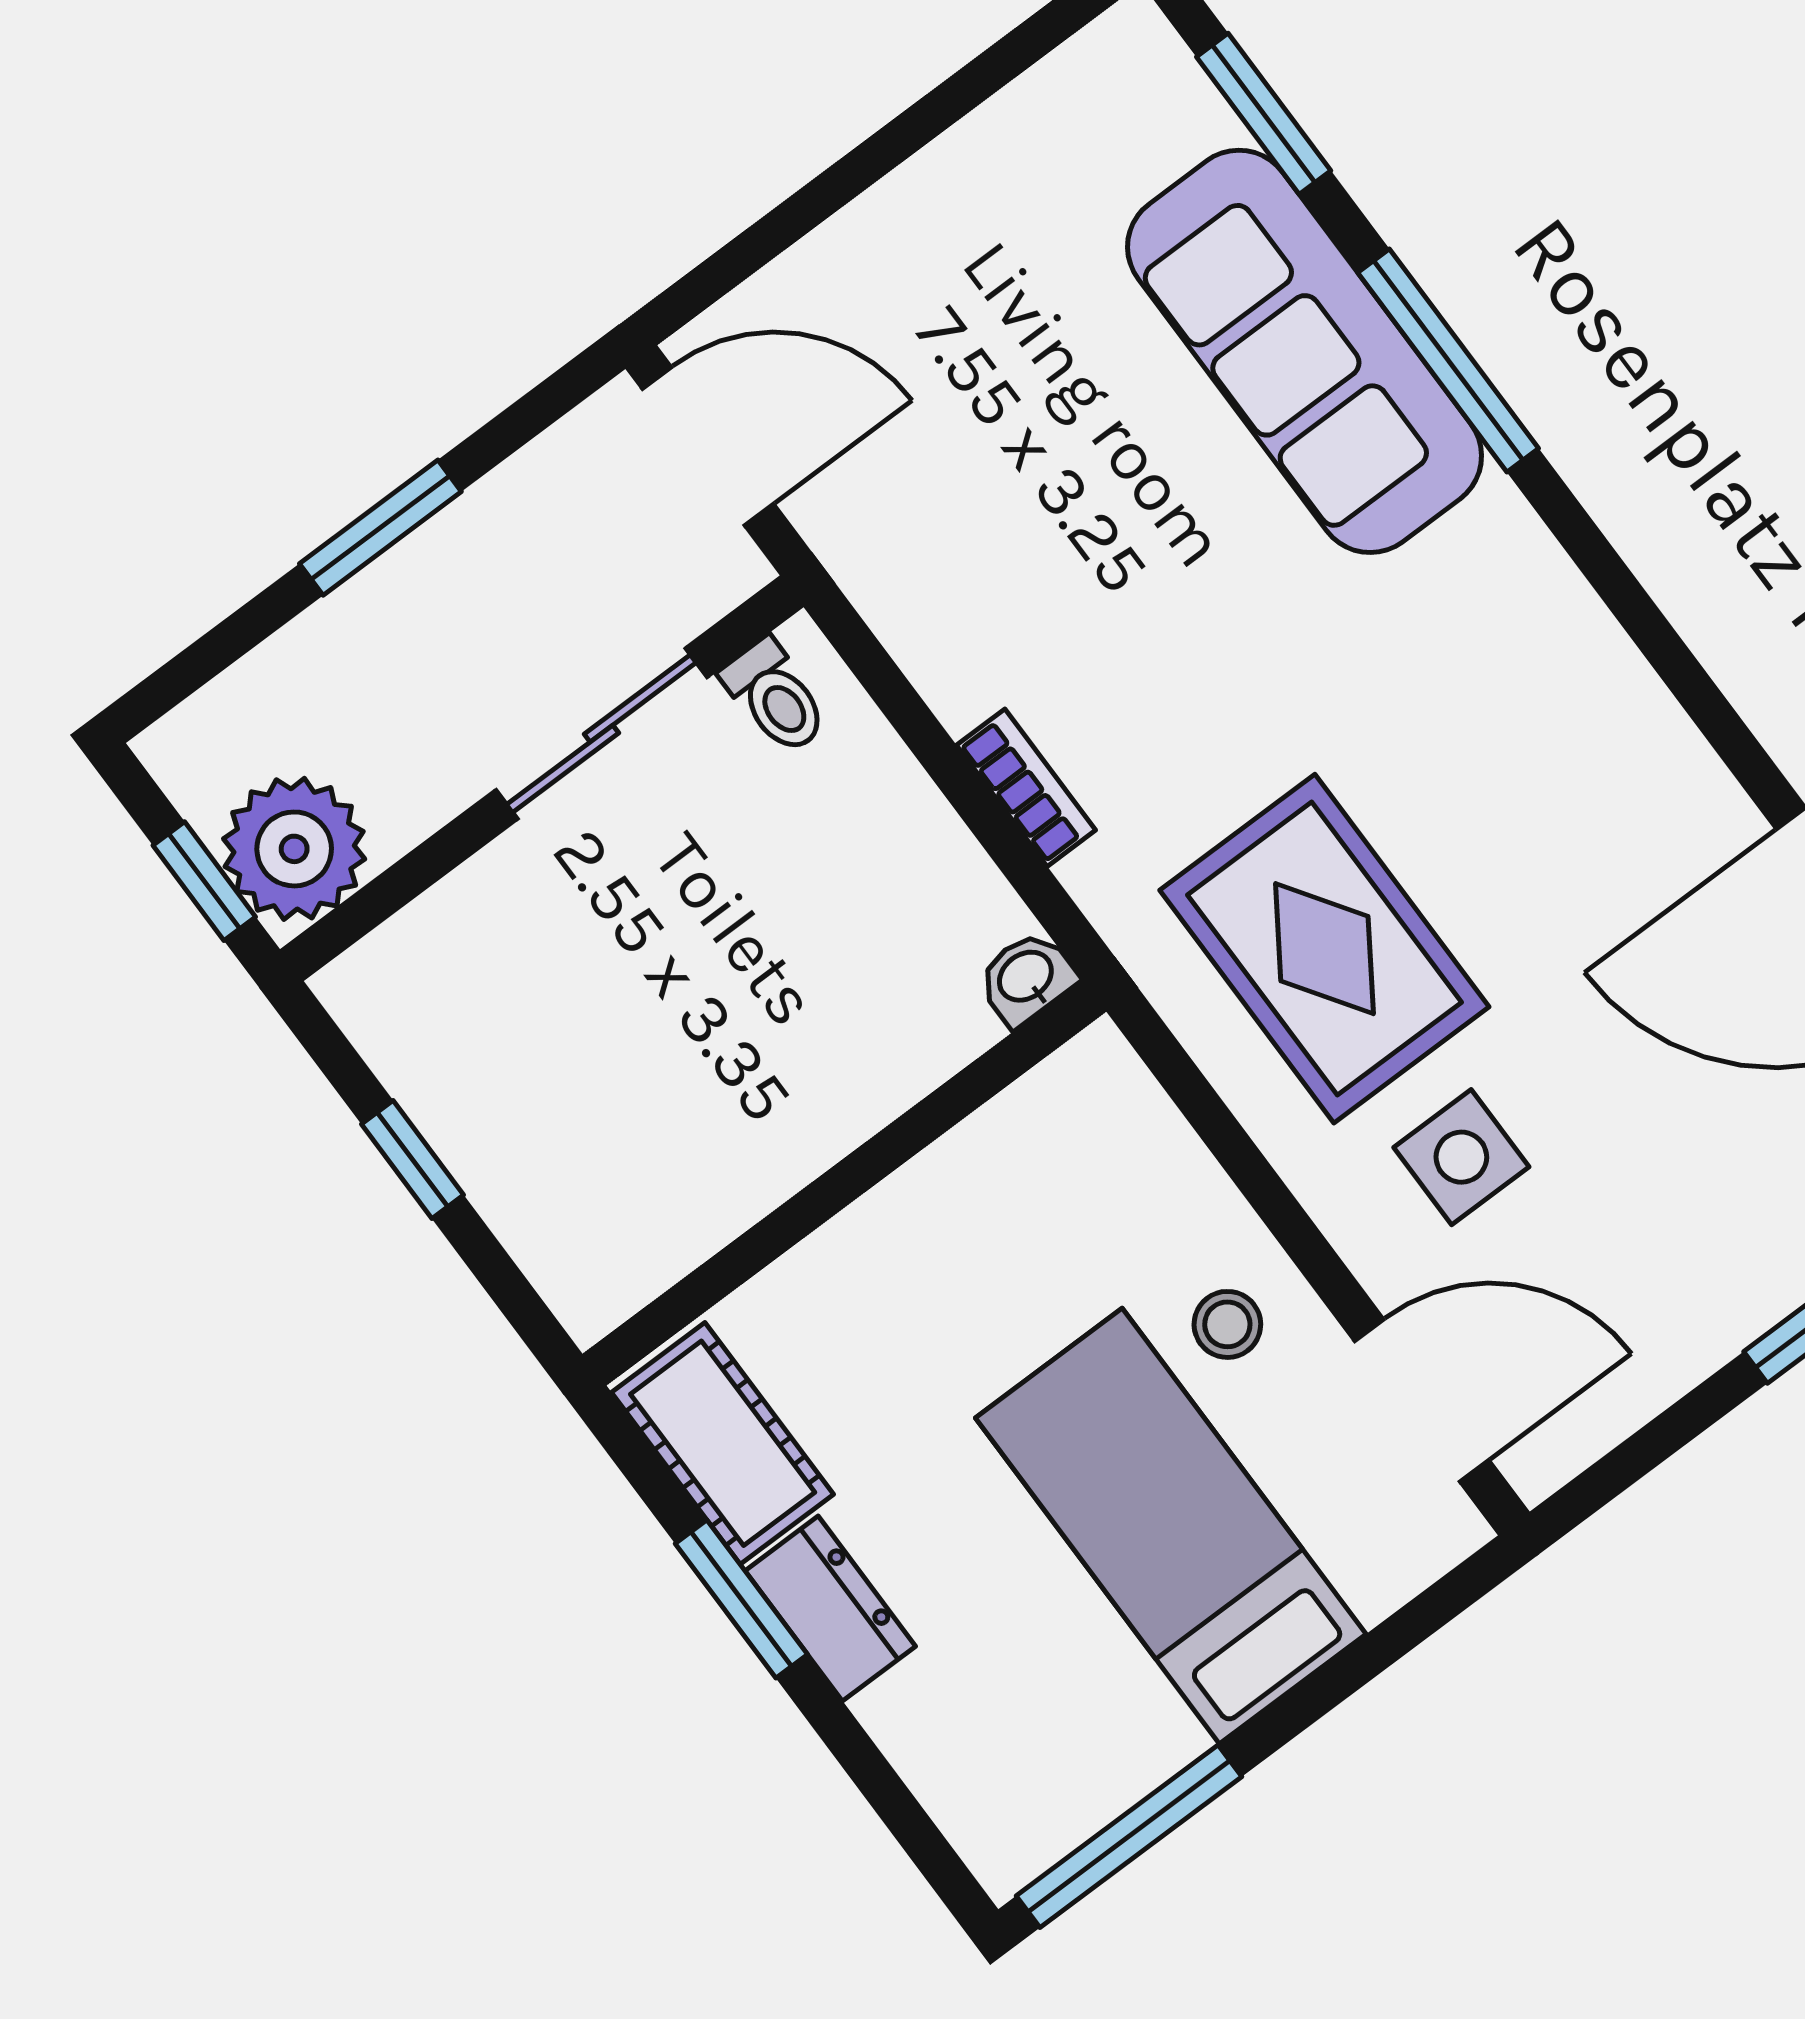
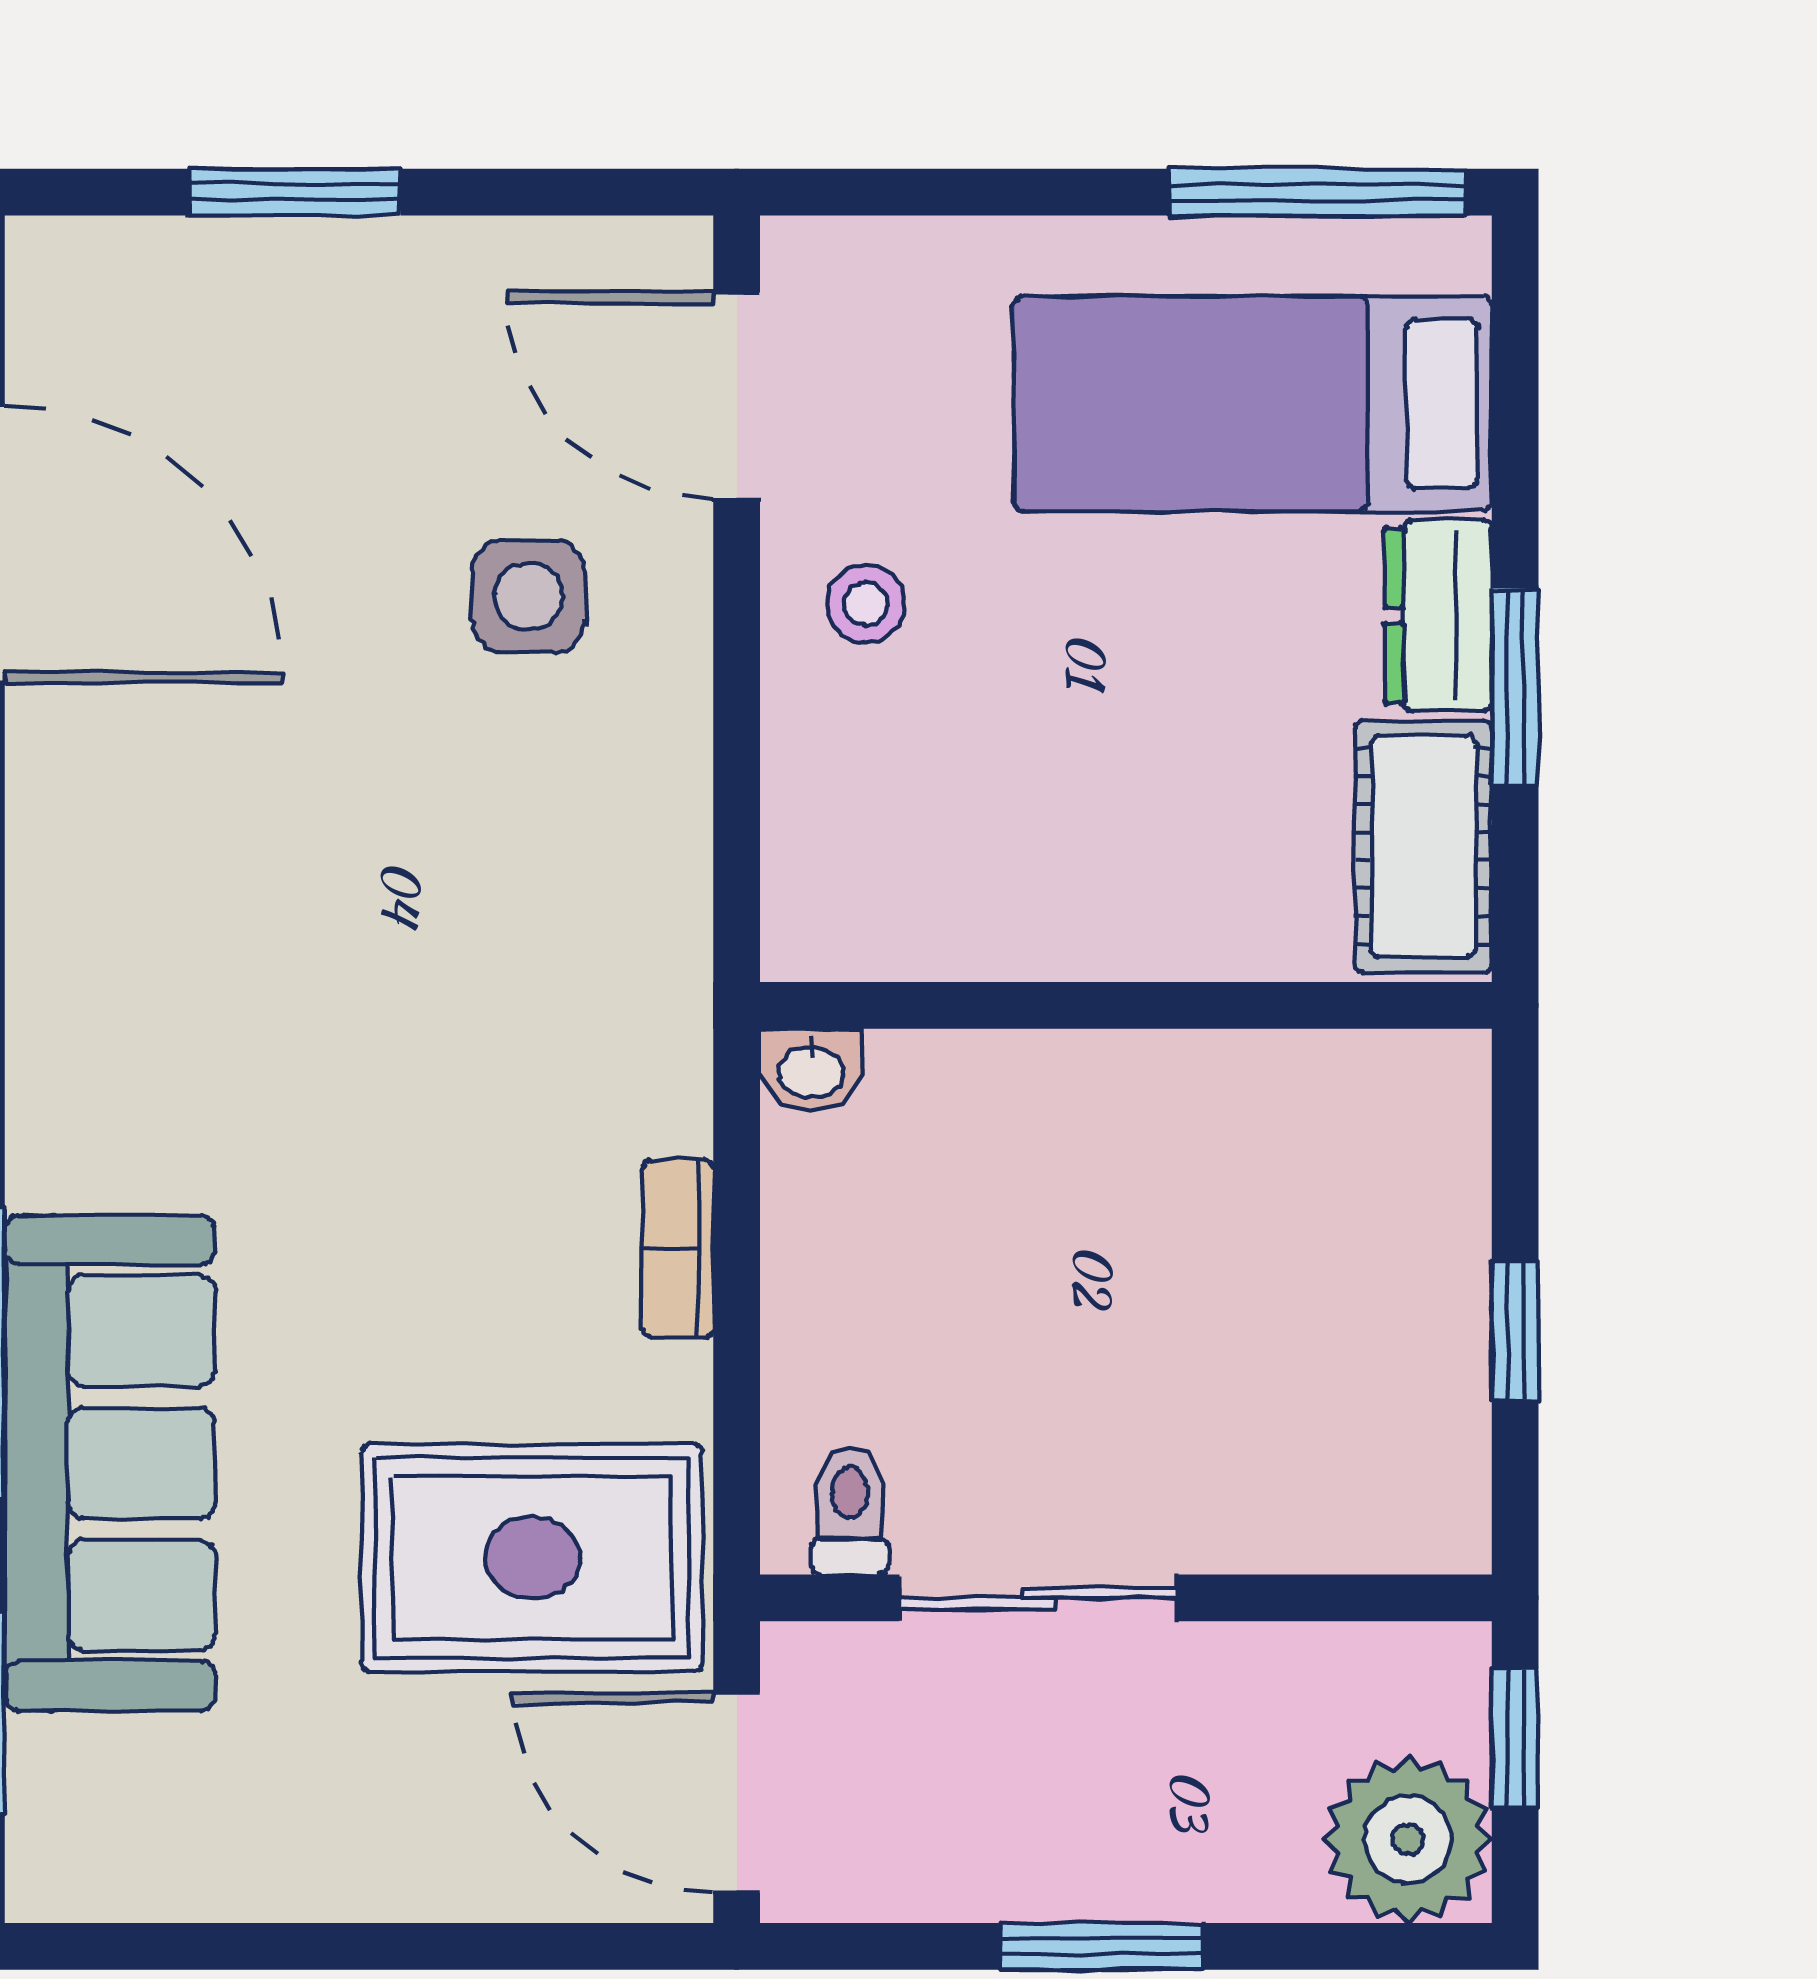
plant: (294, 849) -> (1408, 1839), moved
rug: (1324, 949) -> (532, 1558), moved, turned 90
bed: (1171, 1526) -> (1253, 404), moved, turned 90

